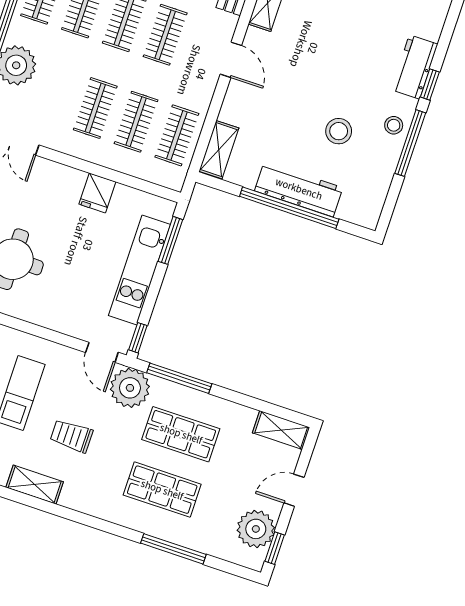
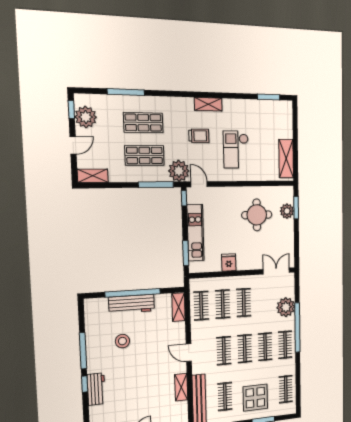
stool: (394, 125) -> (95, 356), removed

